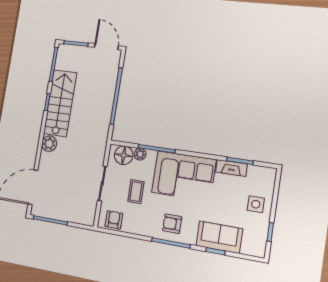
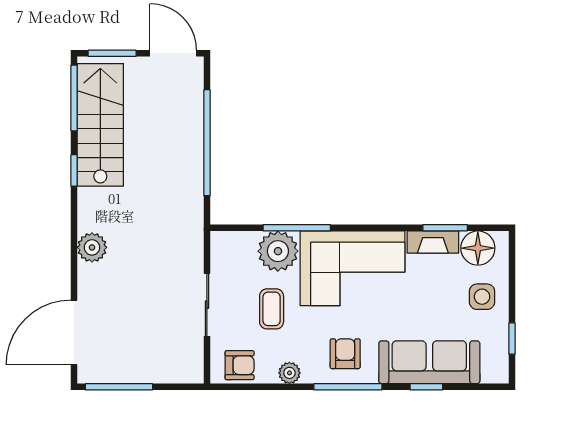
stairs: (60, 103) -> (100, 125), moved
plant: (140, 154) -> (278, 251), width x1.87, depth x1.87
floor lamp: (124, 155) -> (478, 248), moved
armchair: (114, 220) -> (240, 365), turned 90
armchair: (172, 224) -> (345, 354), turned 90
plant: (140, 229) -> (289, 373), added
sofa: (219, 237) -> (429, 362), width x1.36

